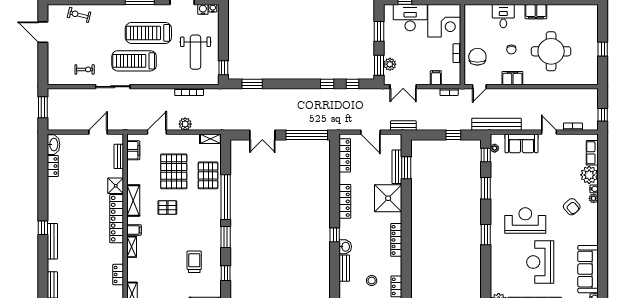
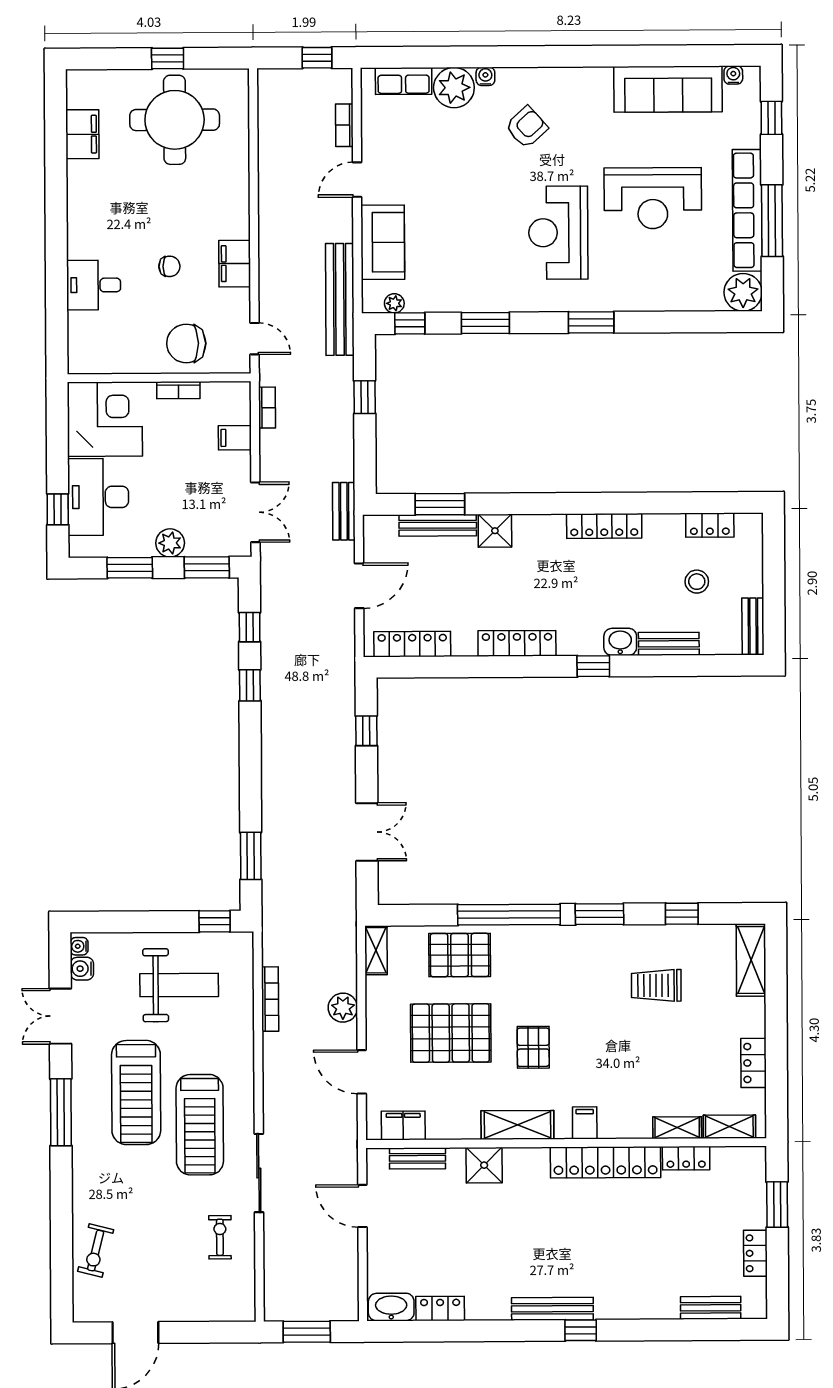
filing cabinet: (536, 12) -> (82, 134), moved
round table: (551, 51) -> (175, 120), moved
plant: (390, 64) -> (170, 543), moved
window: (307, 135) -> (366, 731), width x0.32
shower: (388, 198) -> (495, 531), width x0.54, depth x0.54
plant: (594, 198) -> (507, 78), removed
locker: (117, 219) -> (605, 1162), moved
bench: (52, 241) -> (552, 1309), moved
shelving: (132, 247) -> (677, 1128), moved

